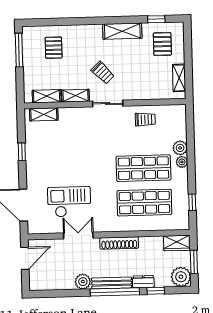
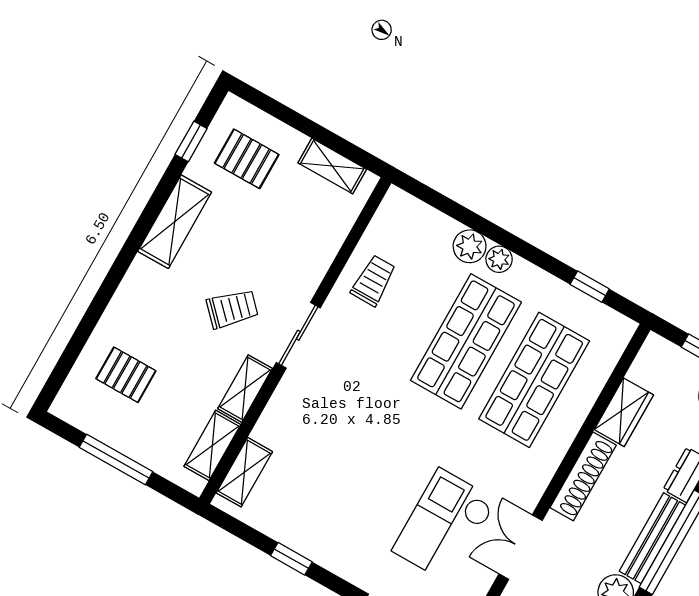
window: (19, 50) -> (116, 460), moved
wardrobe: (177, 243) -> (624, 412), moved

